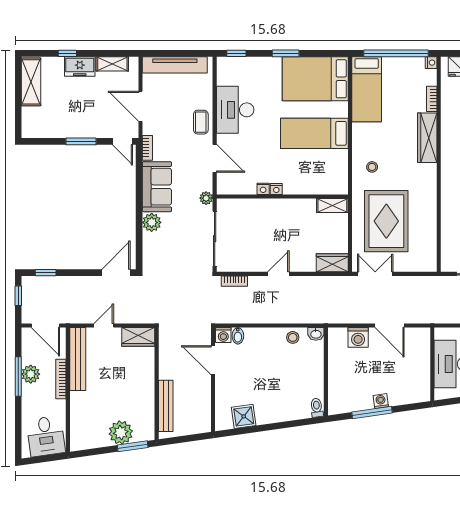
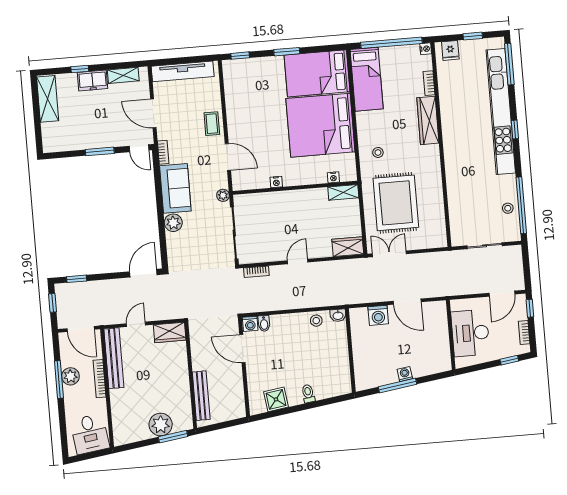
desk: (235, 110) -> (243, 109), removed
bed: (314, 133) -> (320, 125), width x2.04
nightstand: (276, 189) -> (333, 177), moved
toilet: (317, 408) -> (308, 394), moved

